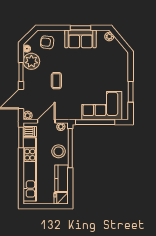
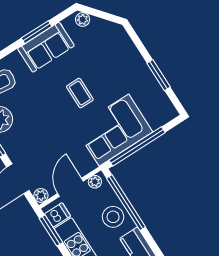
coffee table: (56, 81) -> (80, 93), moved
corner sofa: (102, 106) -> (114, 130), moved

